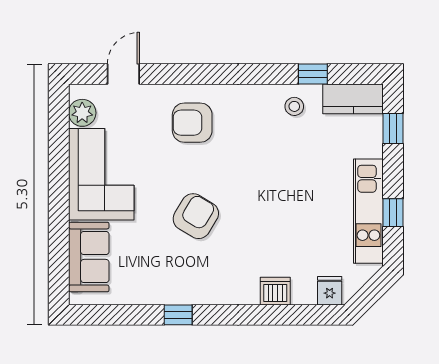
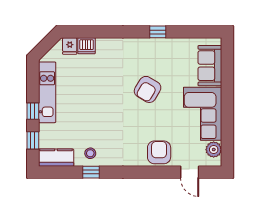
door: (123, 74) -> (190, 172), hinge flipped
window: (313, 74) -> (91, 172), moved
armchair: (192, 123) -> (159, 152), moved, turned -90
window: (393, 213) -> (33, 111), moved
dishwasher: (275, 291) -> (87, 46), moved

